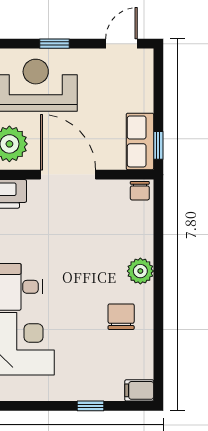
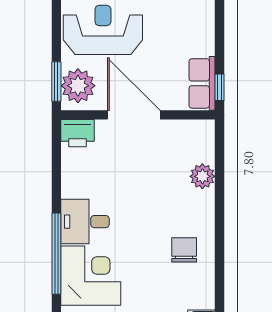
chair: (140, 191) -> (202, 130), removed
plant: (140, 271) -> (202, 176), moved

